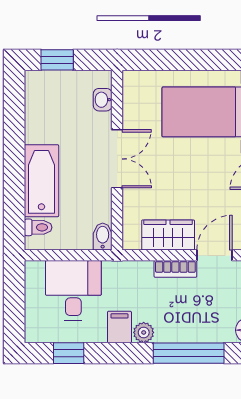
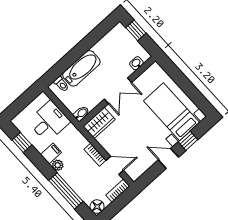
wardrobe: (168, 235) -> (99, 123), moved, turned 90

